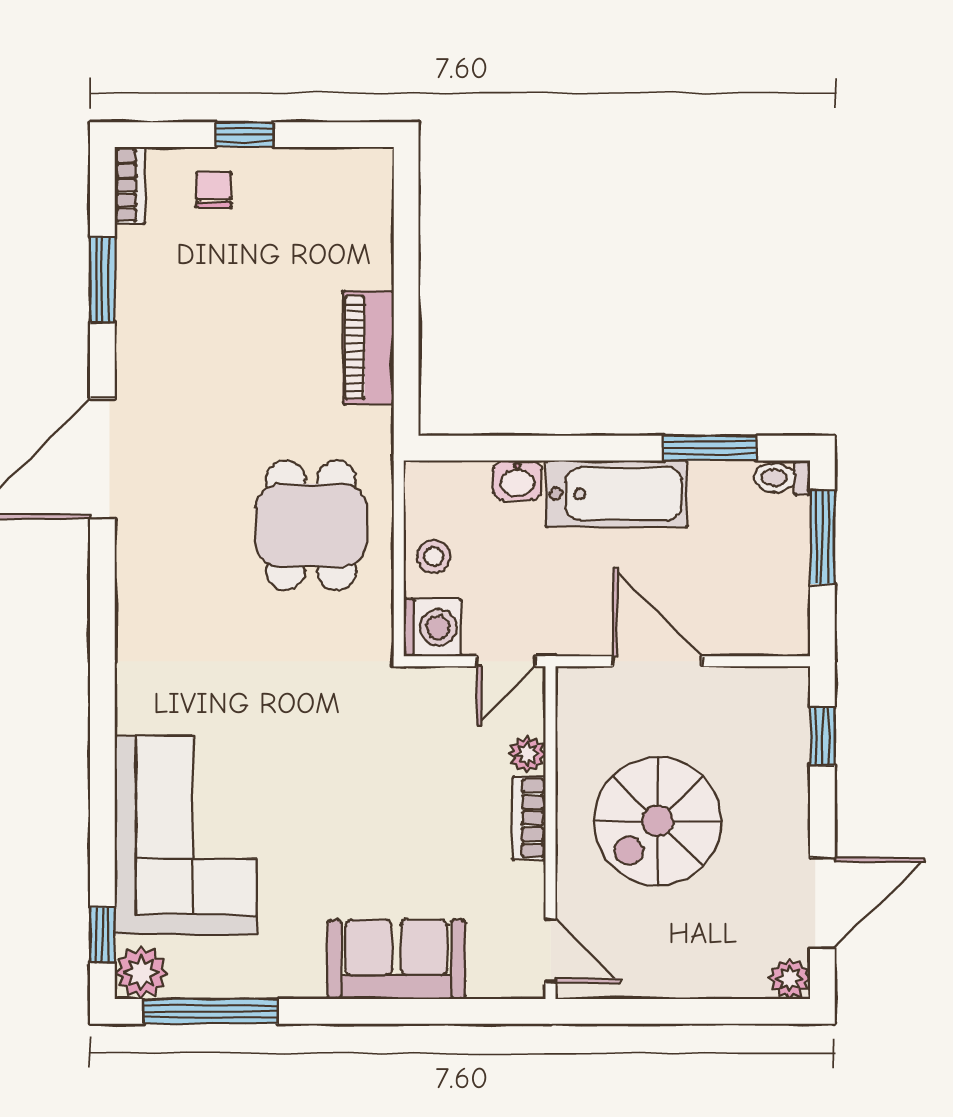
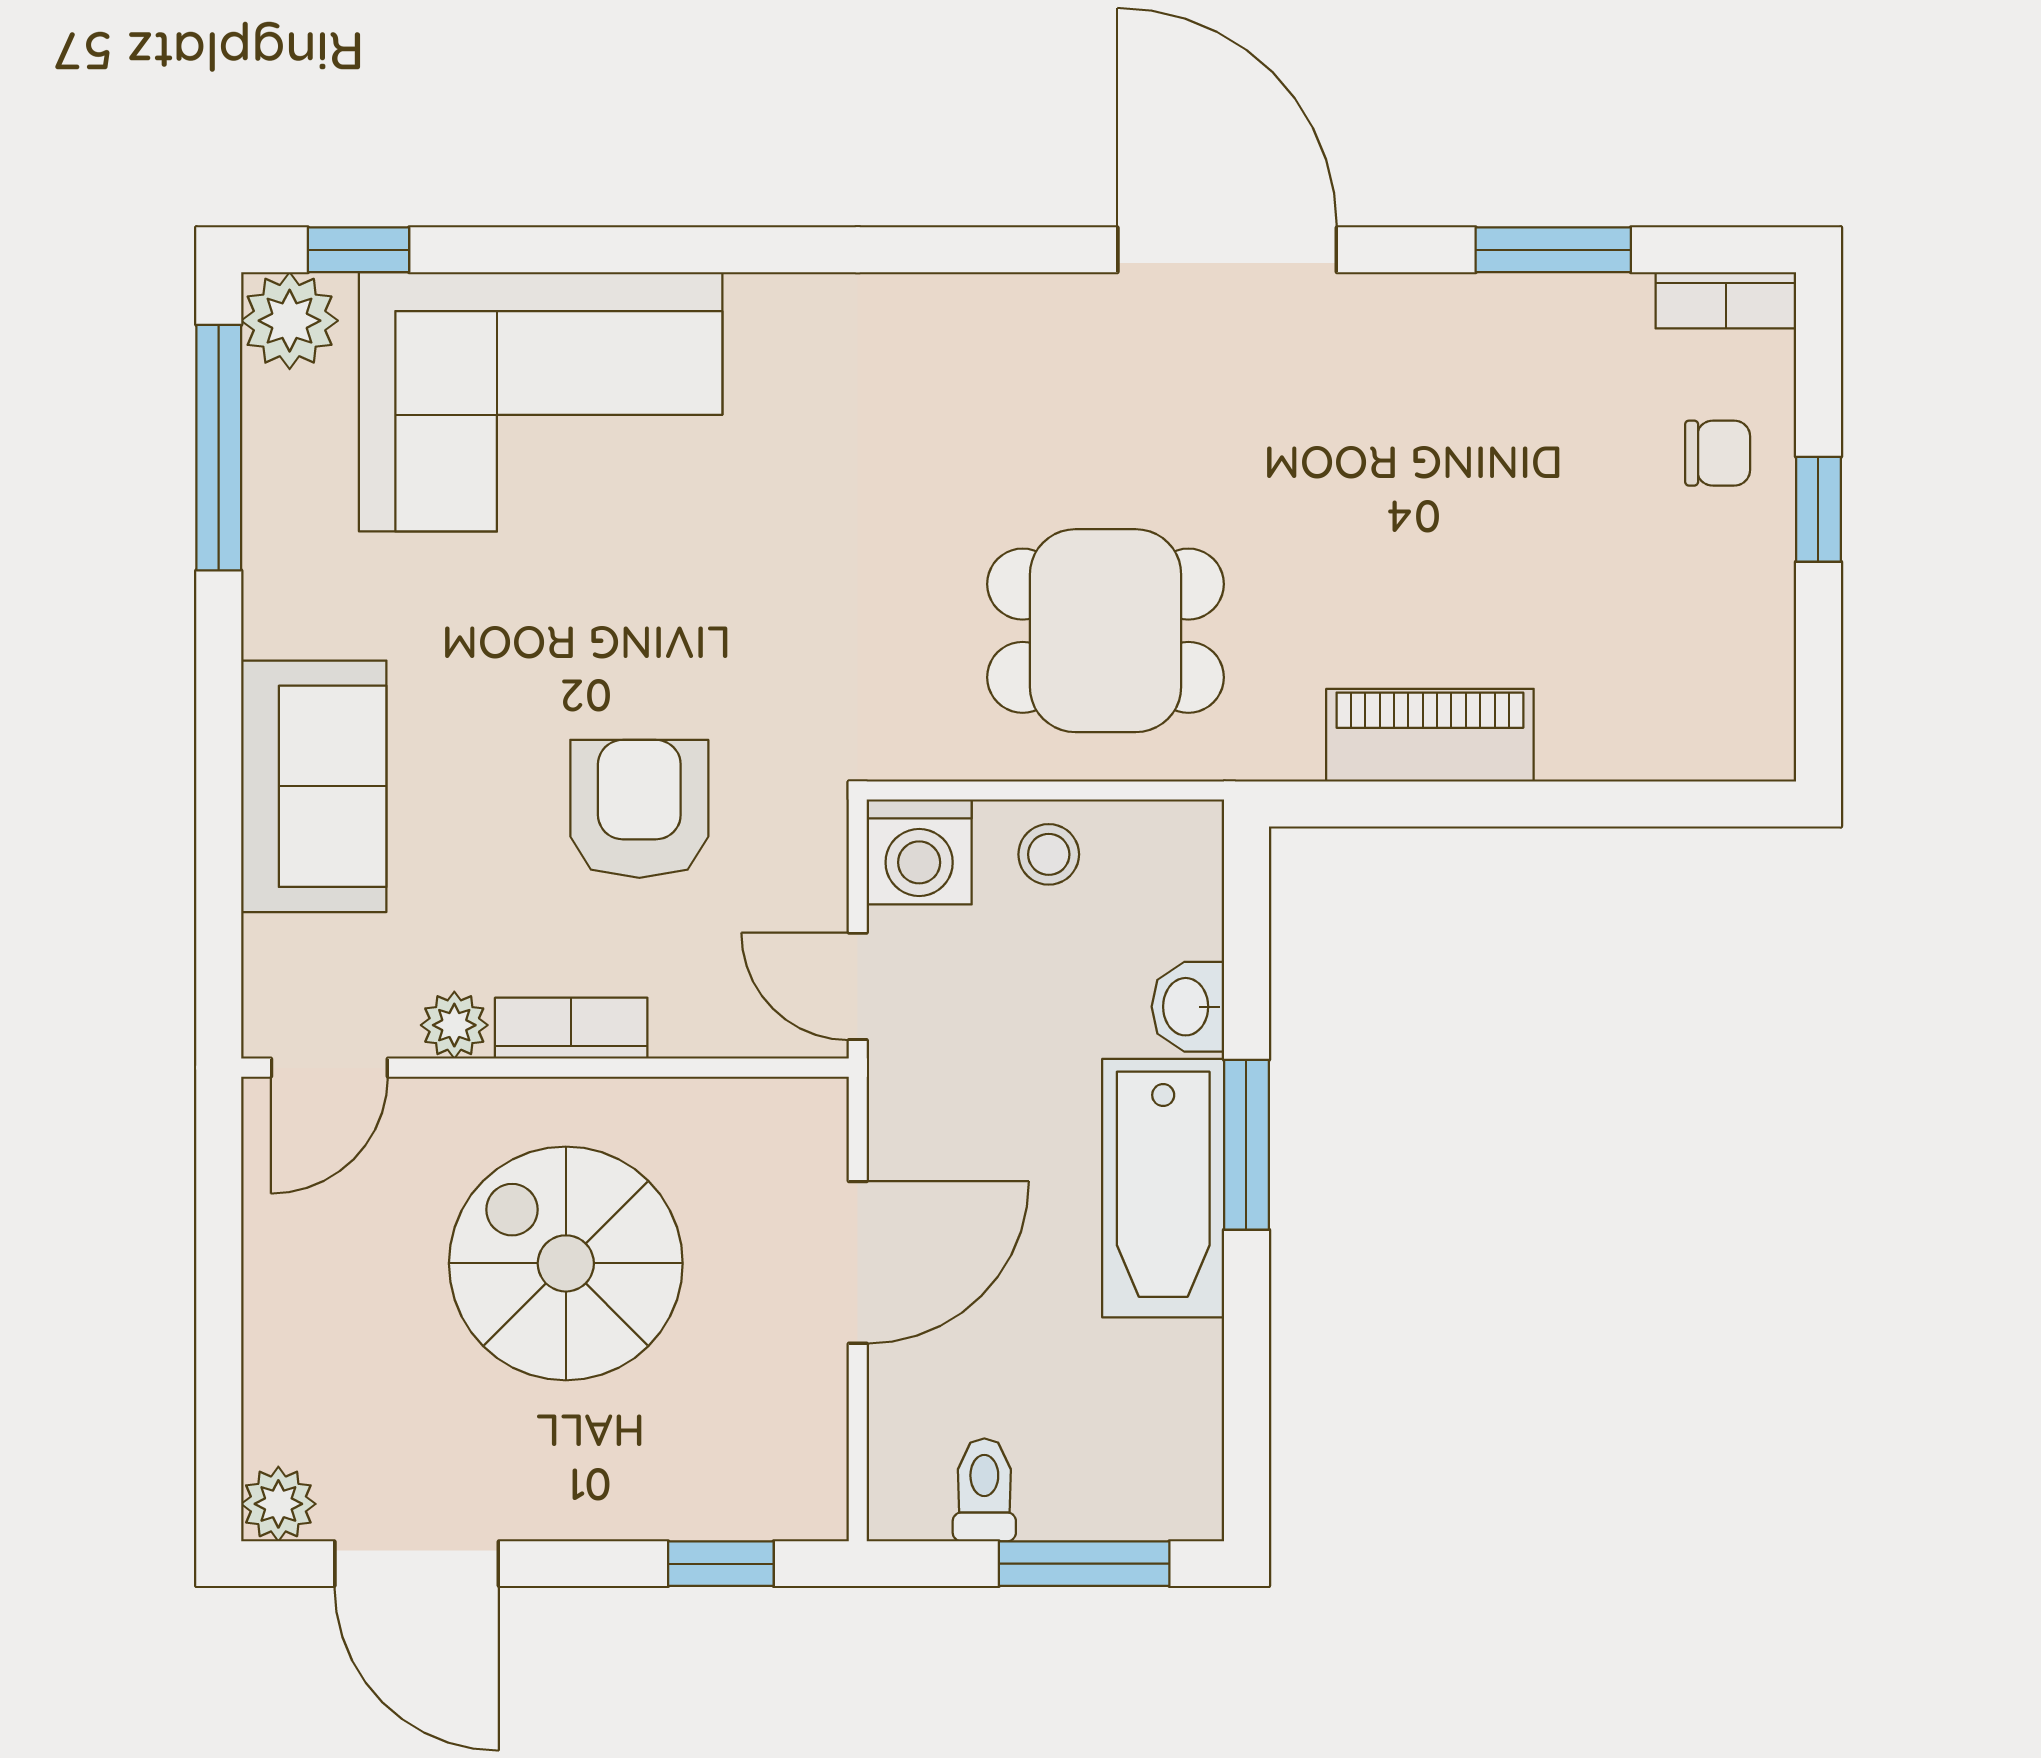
window: (710, 448) -> (1246, 1145), moved
toilet: (782, 478) -> (984, 1490), moved
plant: (527, 754) -> (454, 1025), moved
armchair: (409, 781) -> (639, 809), added

